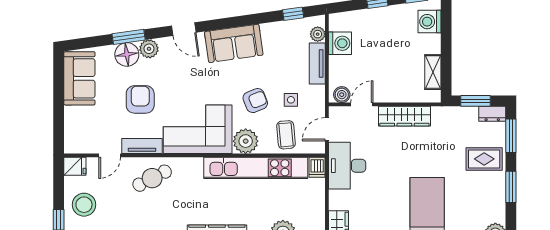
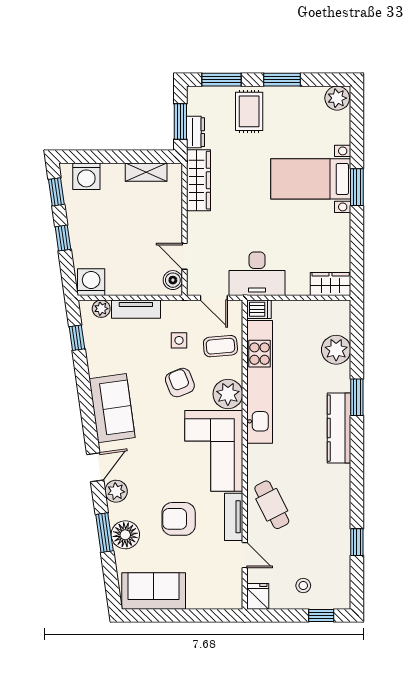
washing machine: (340, 43) -> (91, 282), moved
plant: (149, 49) -> (116, 491), moved
dresser: (492, 114) -> (196, 132), moved
wardrobe: (404, 116) -> (198, 180), moved
stool: (84, 205) -> (303, 586), width x0.53, depth x0.53

